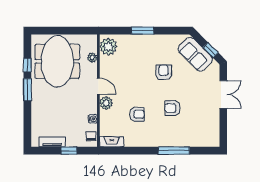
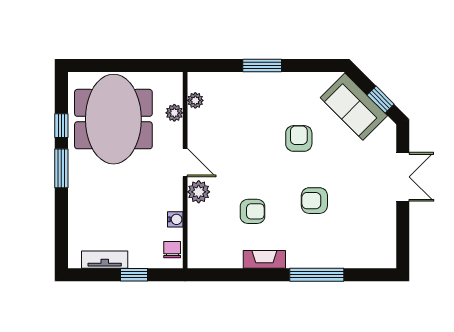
plant: (108, 47) -> (195, 100), width x0.53, depth x0.53
fireplace: (112, 142) -> (264, 259), moved

